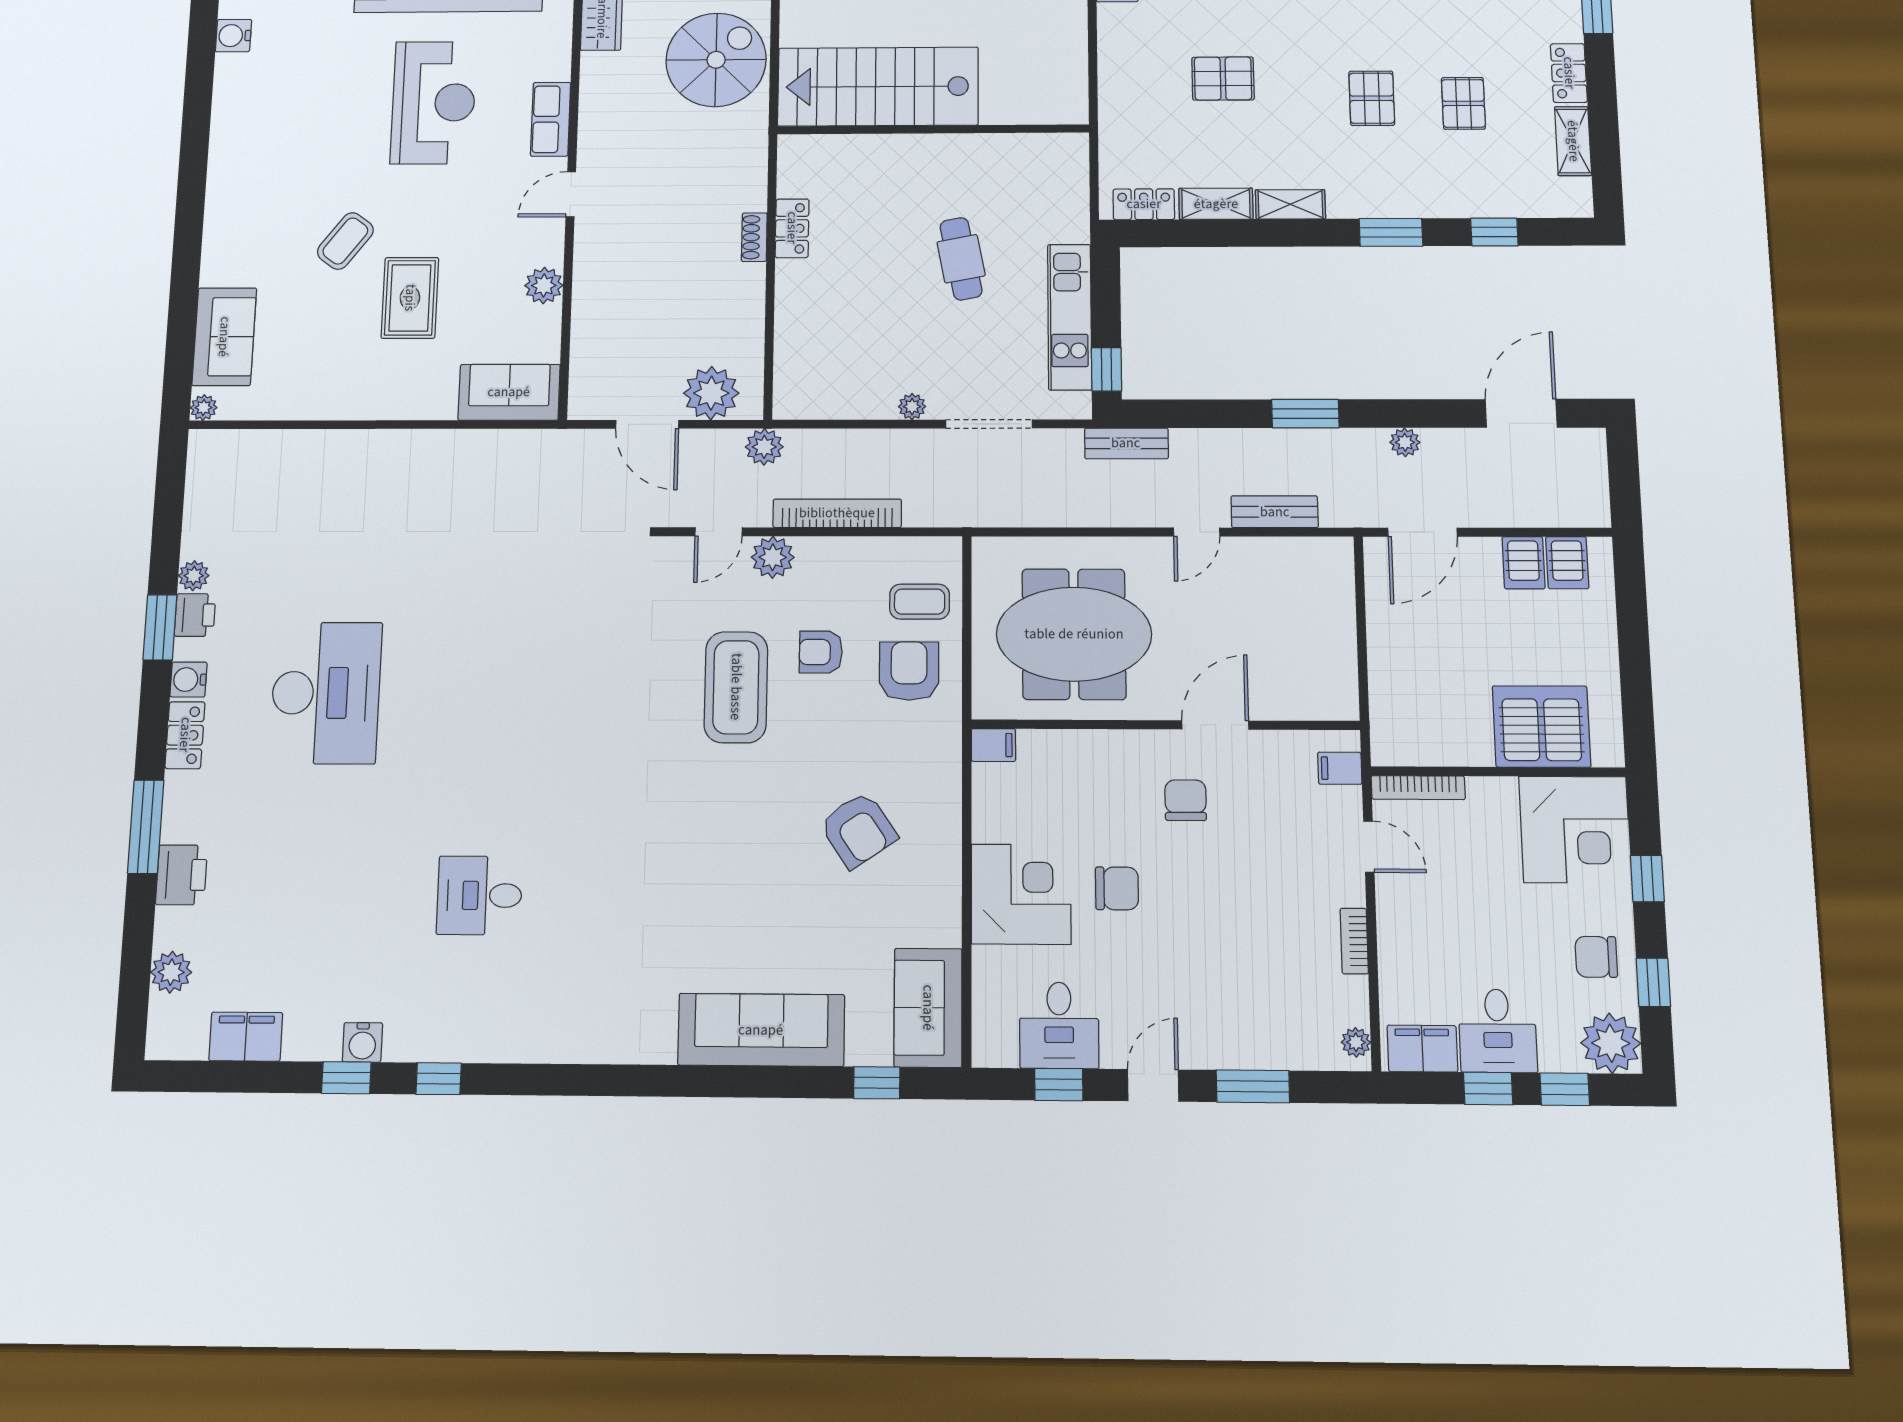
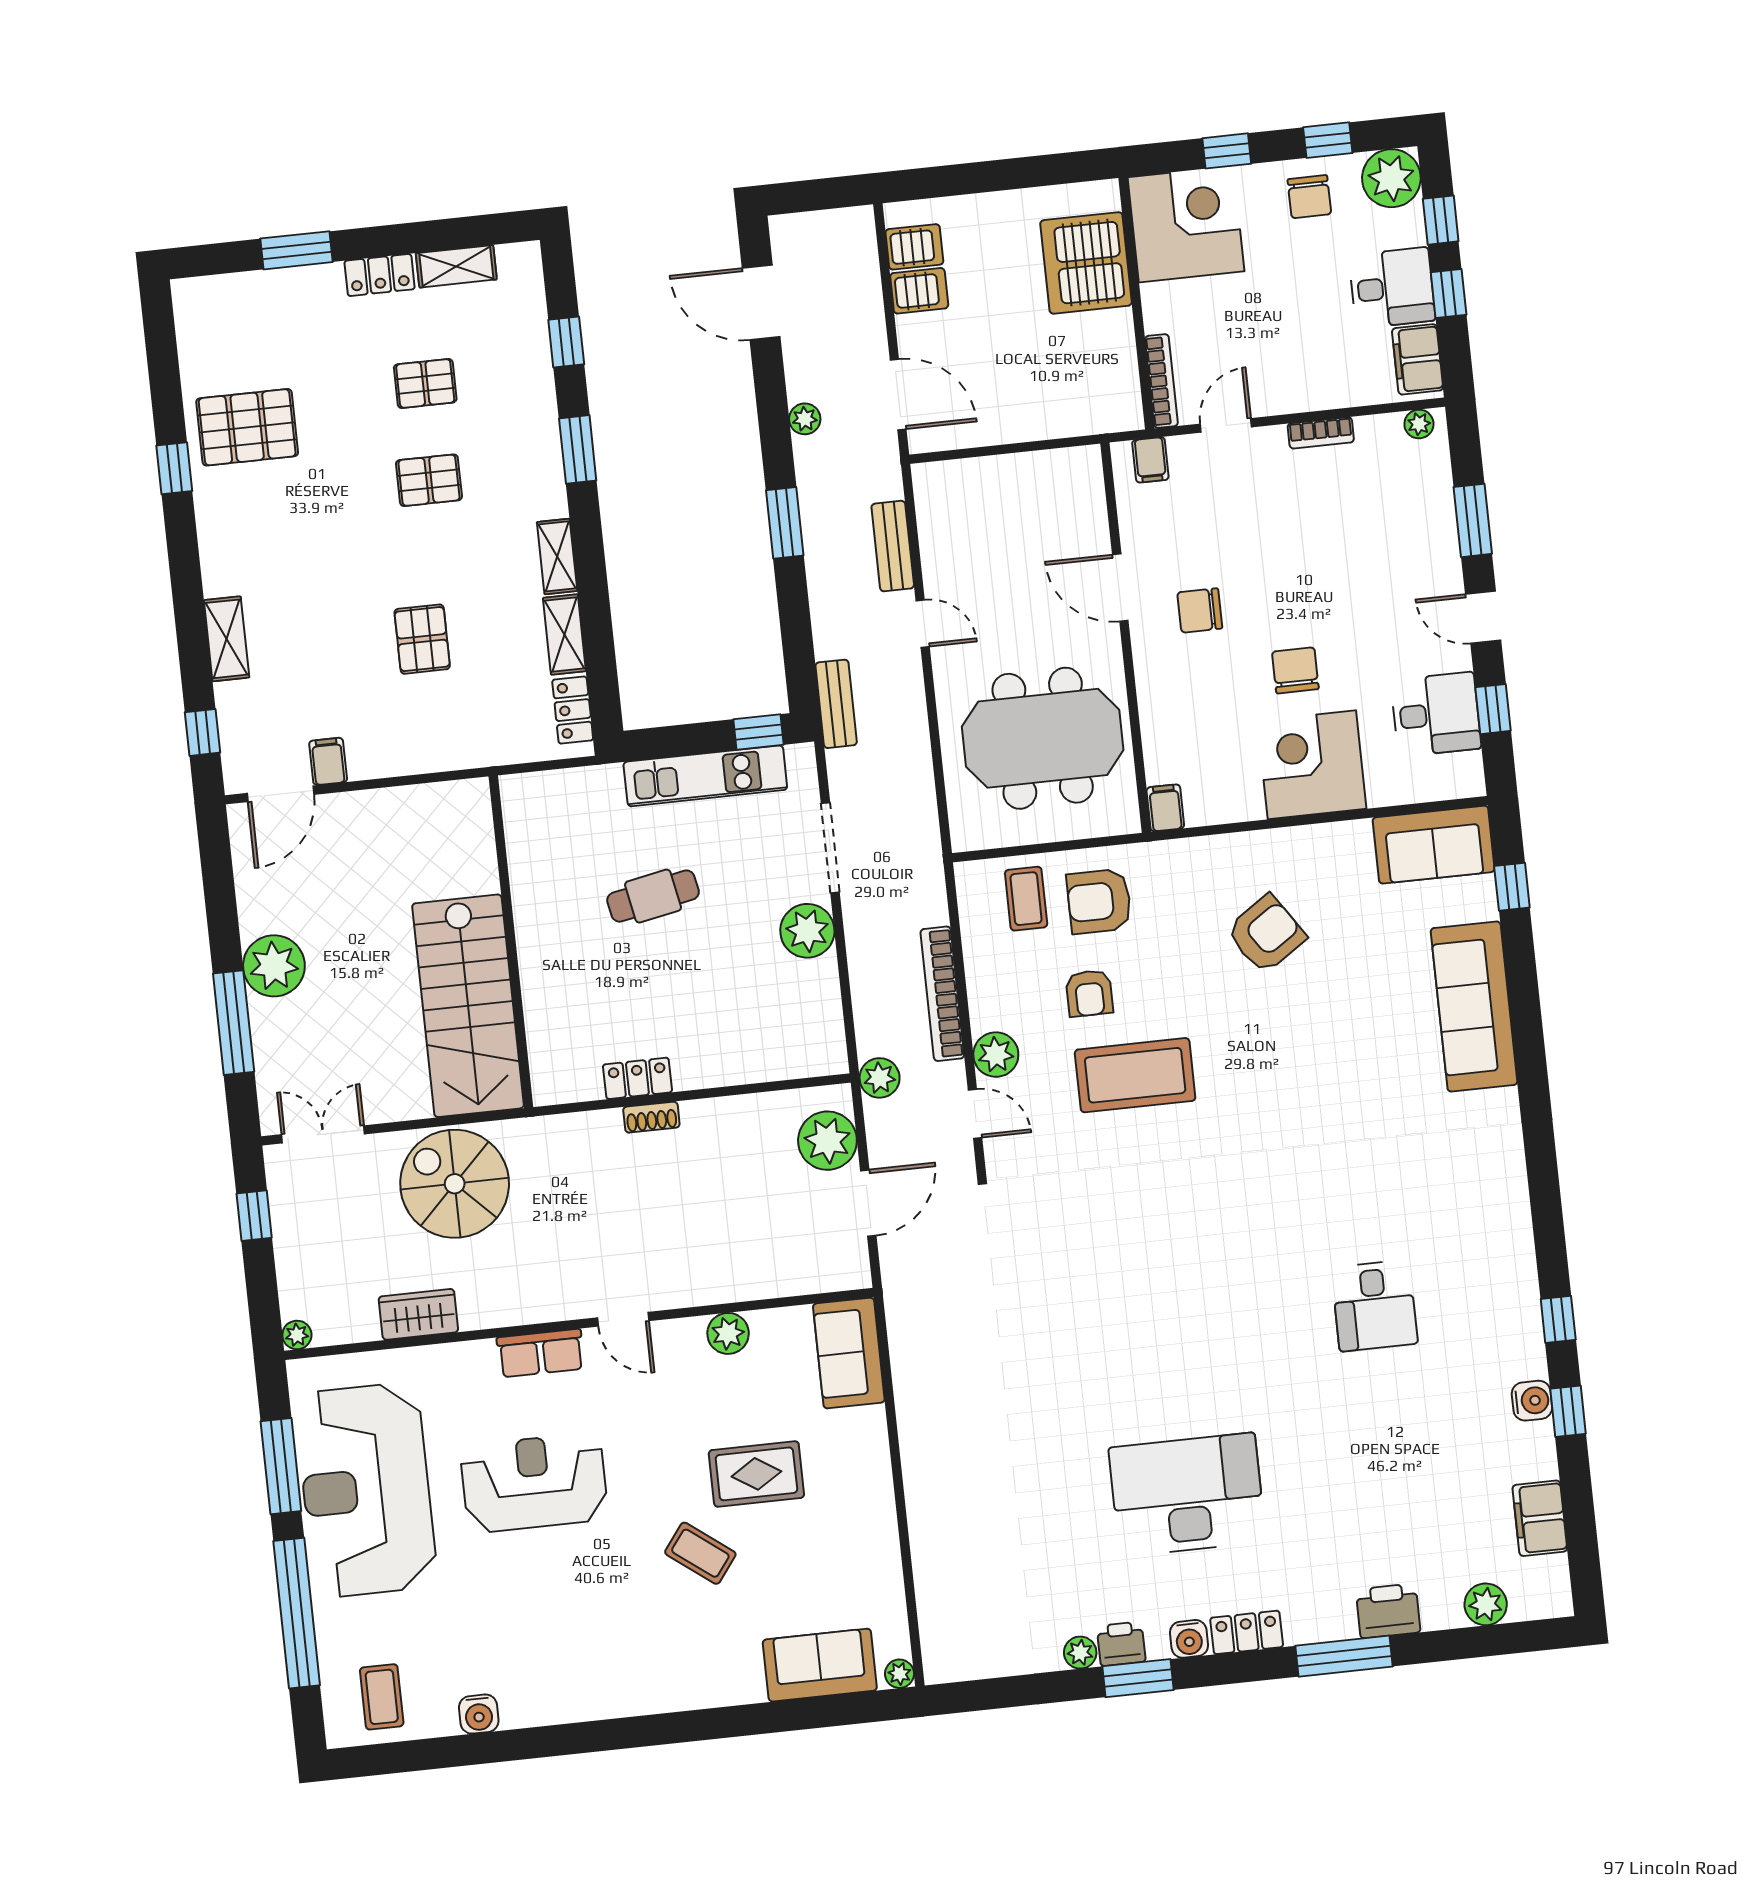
plant: (912, 407) -> (807, 931), width x1.88, depth x1.88
meeting table: (1074, 634) -> (1043, 738), turned 90

